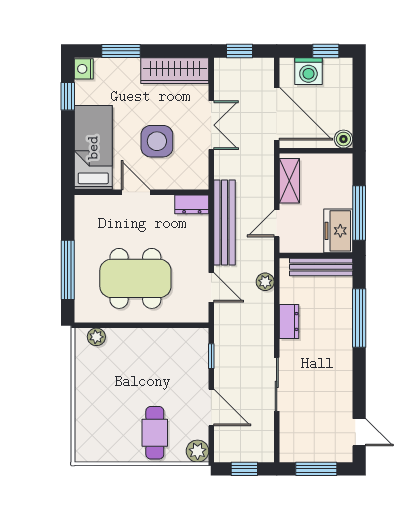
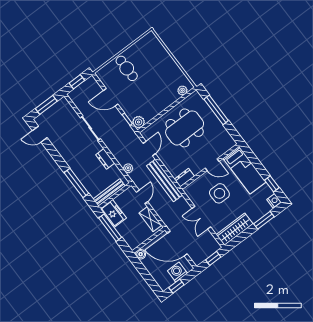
door: (211, 287) -> (149, 148), swing flipped
plant: (198, 451) -> (139, 122), moved

